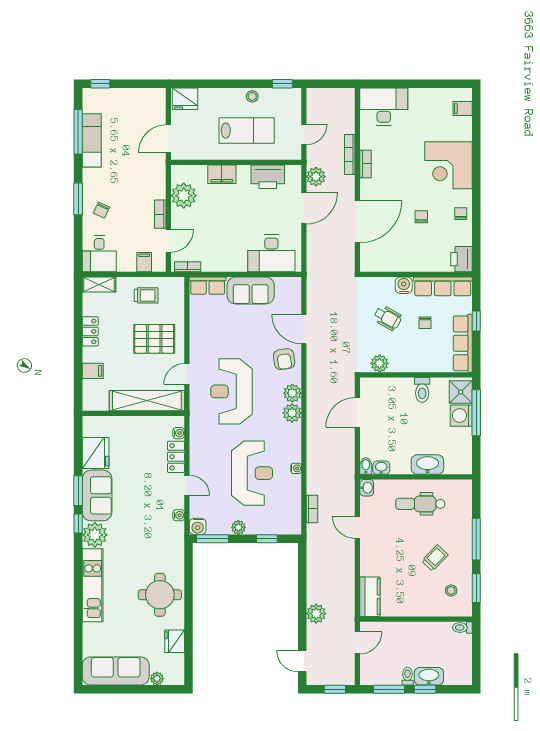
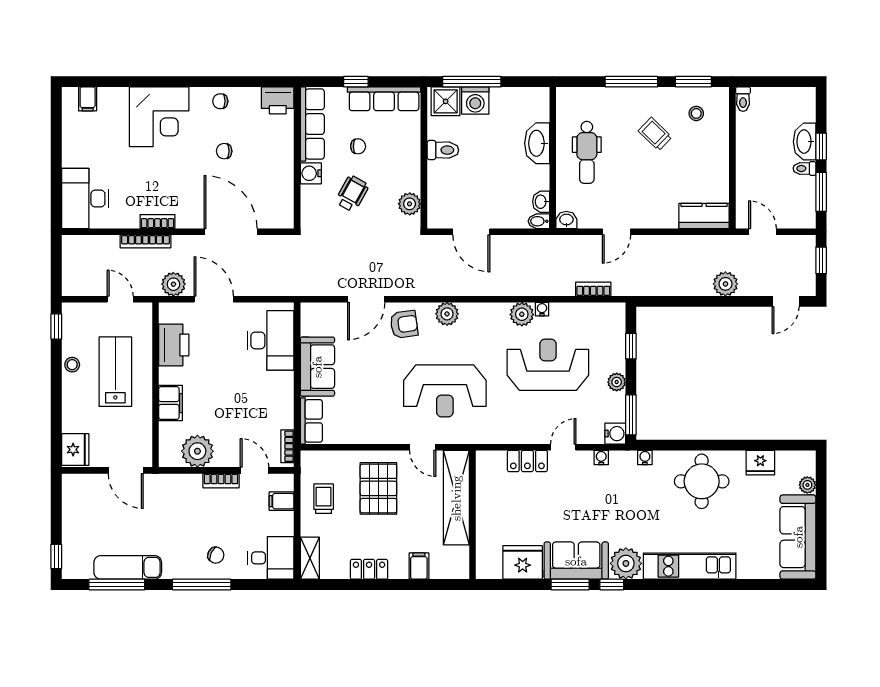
window: (78, 199) -> (202, 584), width x1.44
plant: (292, 413) -> (522, 314), moved
water cooler: (179, 433) -> (645, 458), moved

